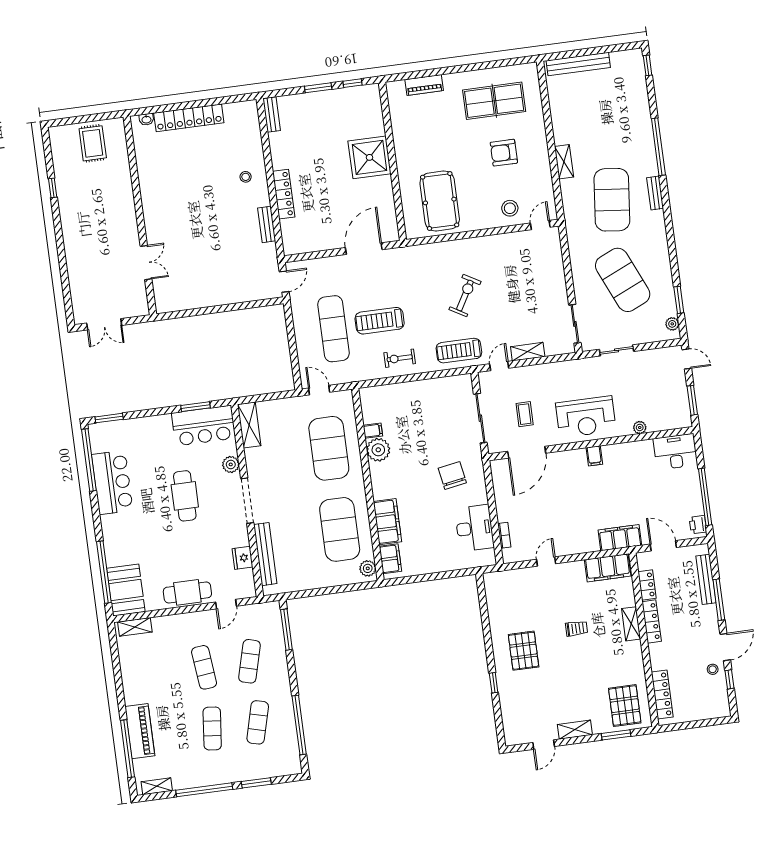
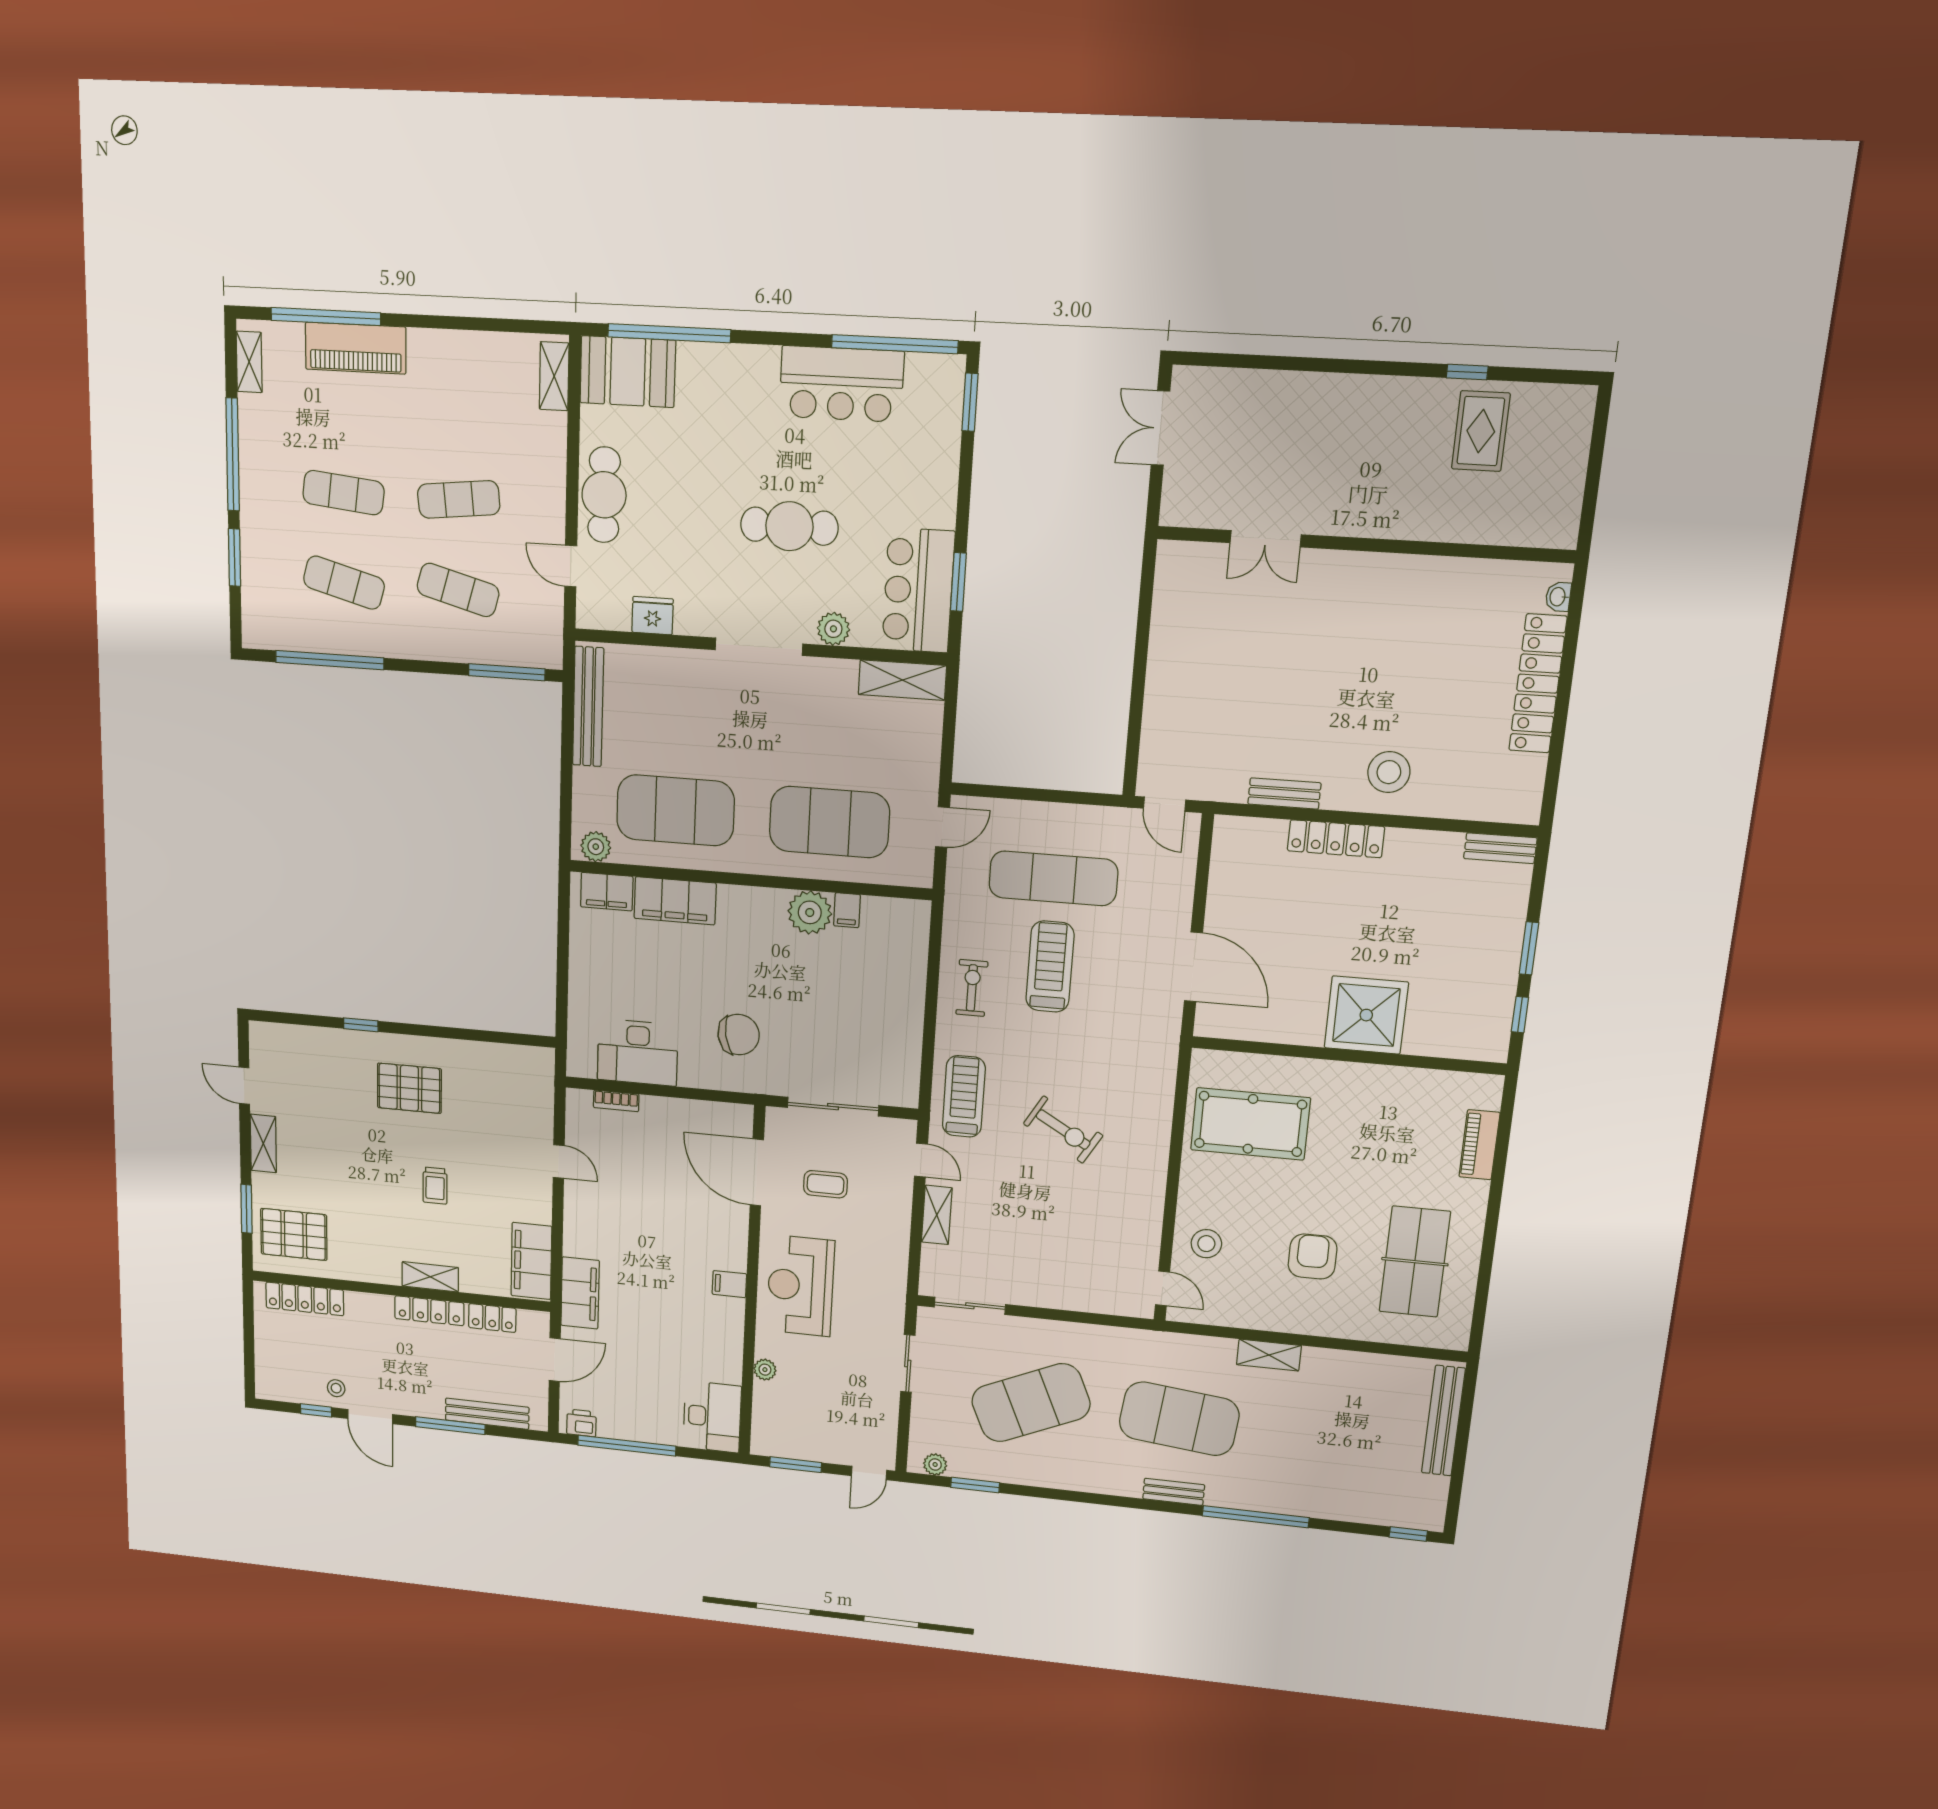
rug: (93, 143) -> (1481, 431), moved, turned 90
stool: (246, 177) -> (1389, 772), width x1.89, depth x1.89
bench: (265, 554) -> (588, 707), moved, turned 90

